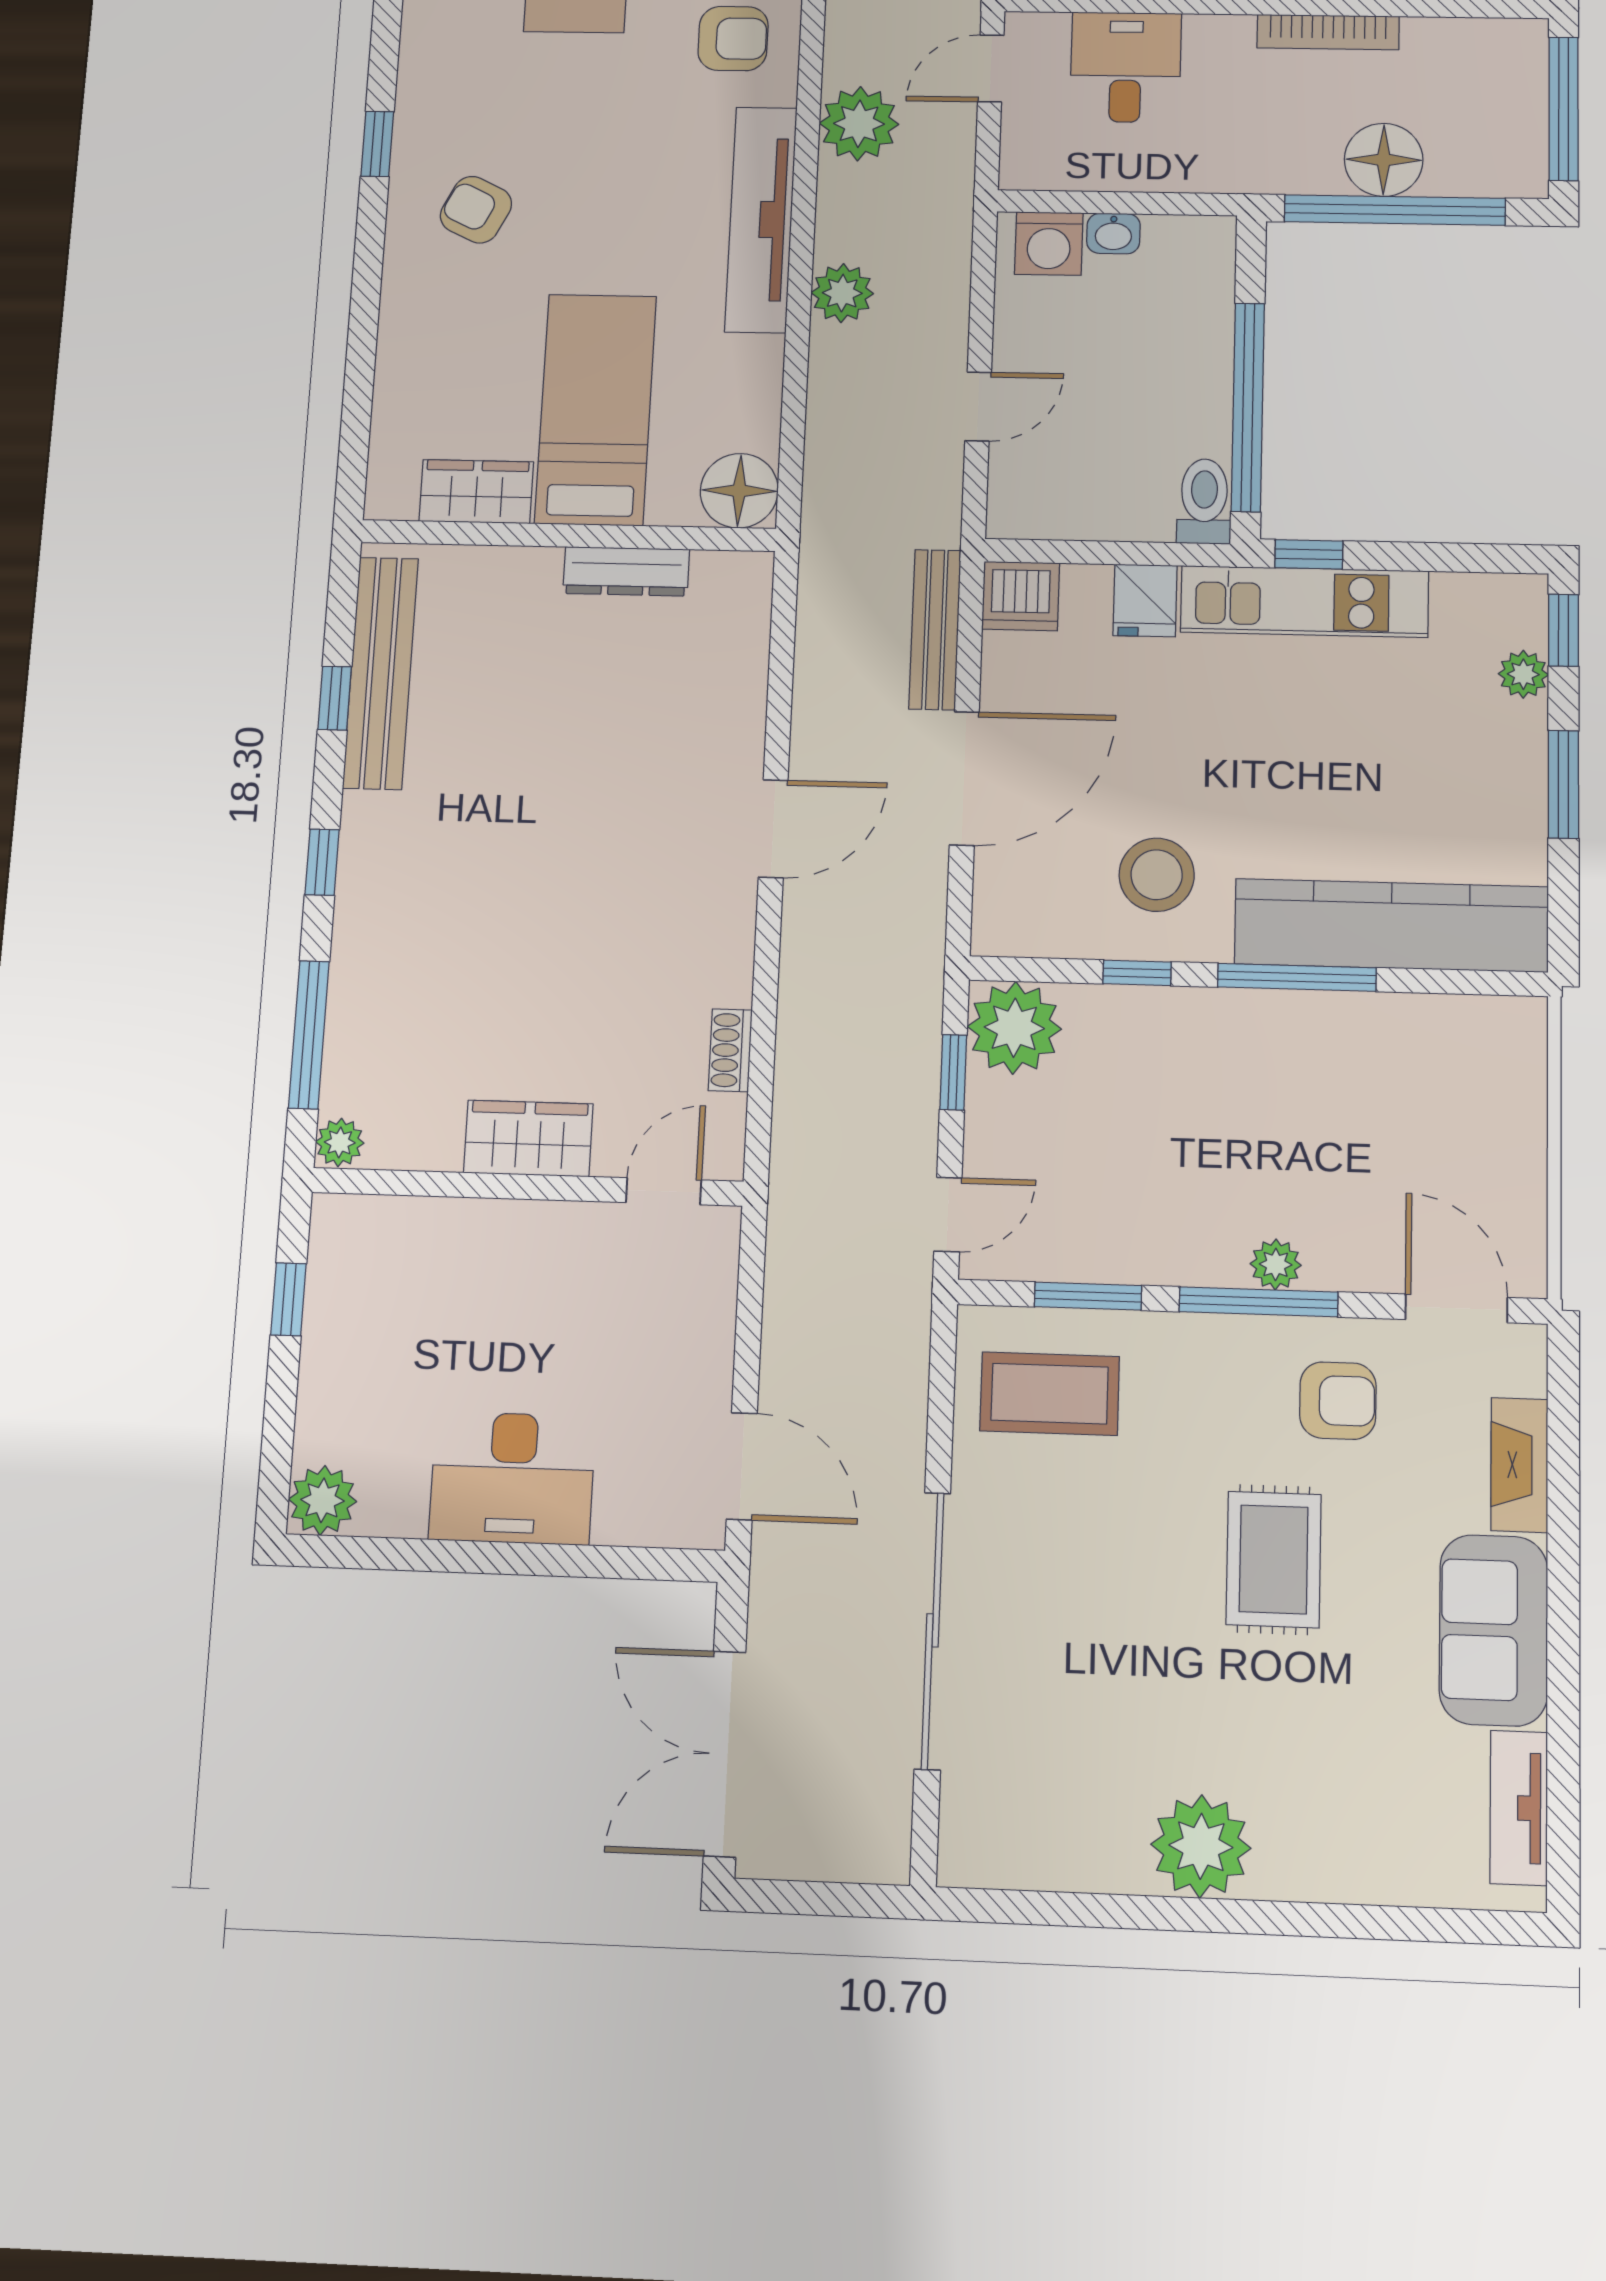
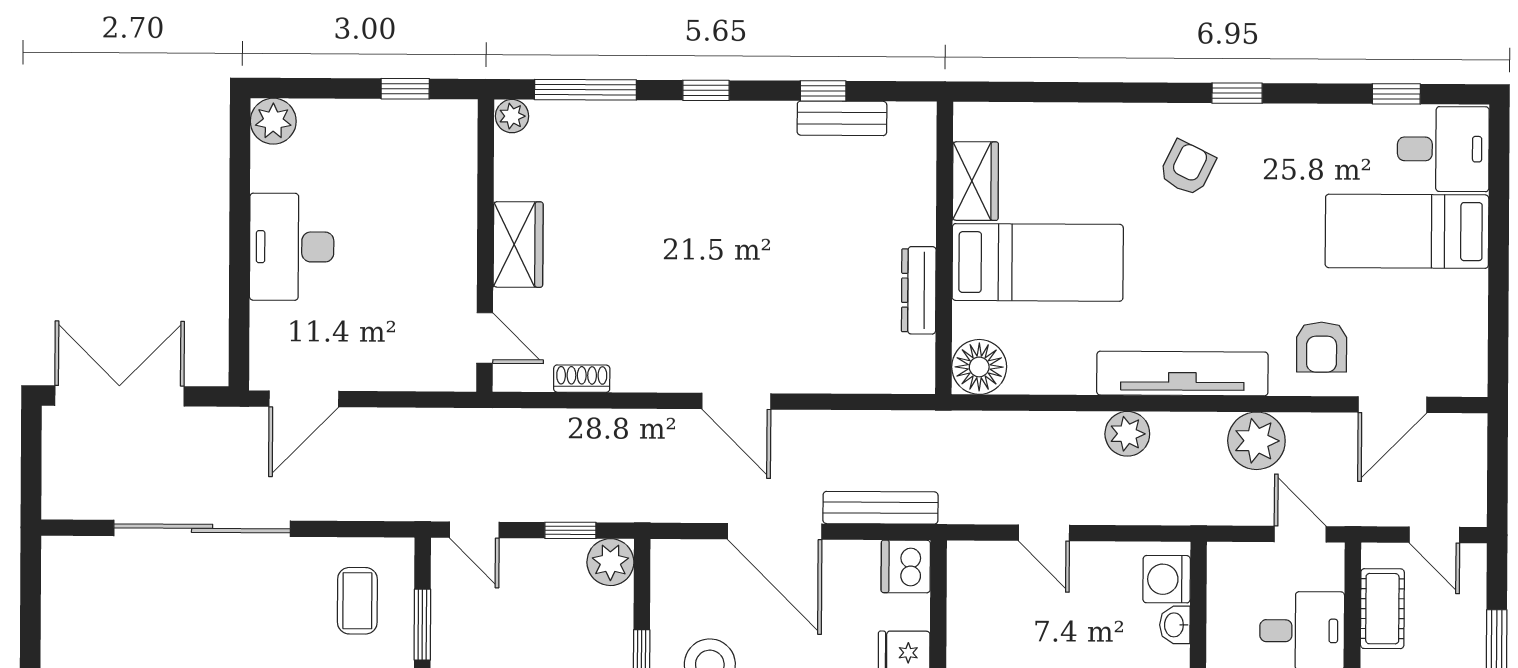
bench: (381, 673) -> (842, 118), width x0.54, depth x0.82
plant: (1014, 1028) -> (610, 562), width x0.73, depth x0.73
coffee table: (1050, 1394) -> (357, 601), width x0.73, depth x0.77

